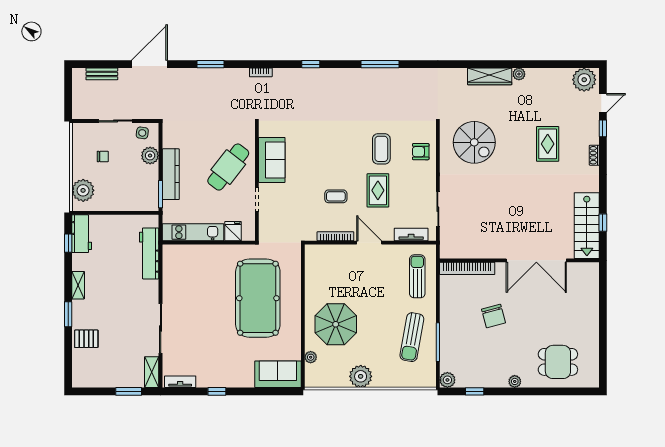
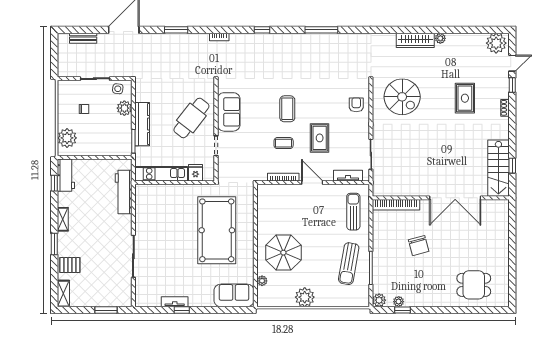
coffee table: (381, 149) -> (287, 109), moved
armchair: (421, 152) -> (356, 105), turned 90
shelving: (152, 372) -> (63, 294), moved
plant: (515, 381) -> (399, 302), moved
tv unit: (180, 382) -> (175, 302), moved

